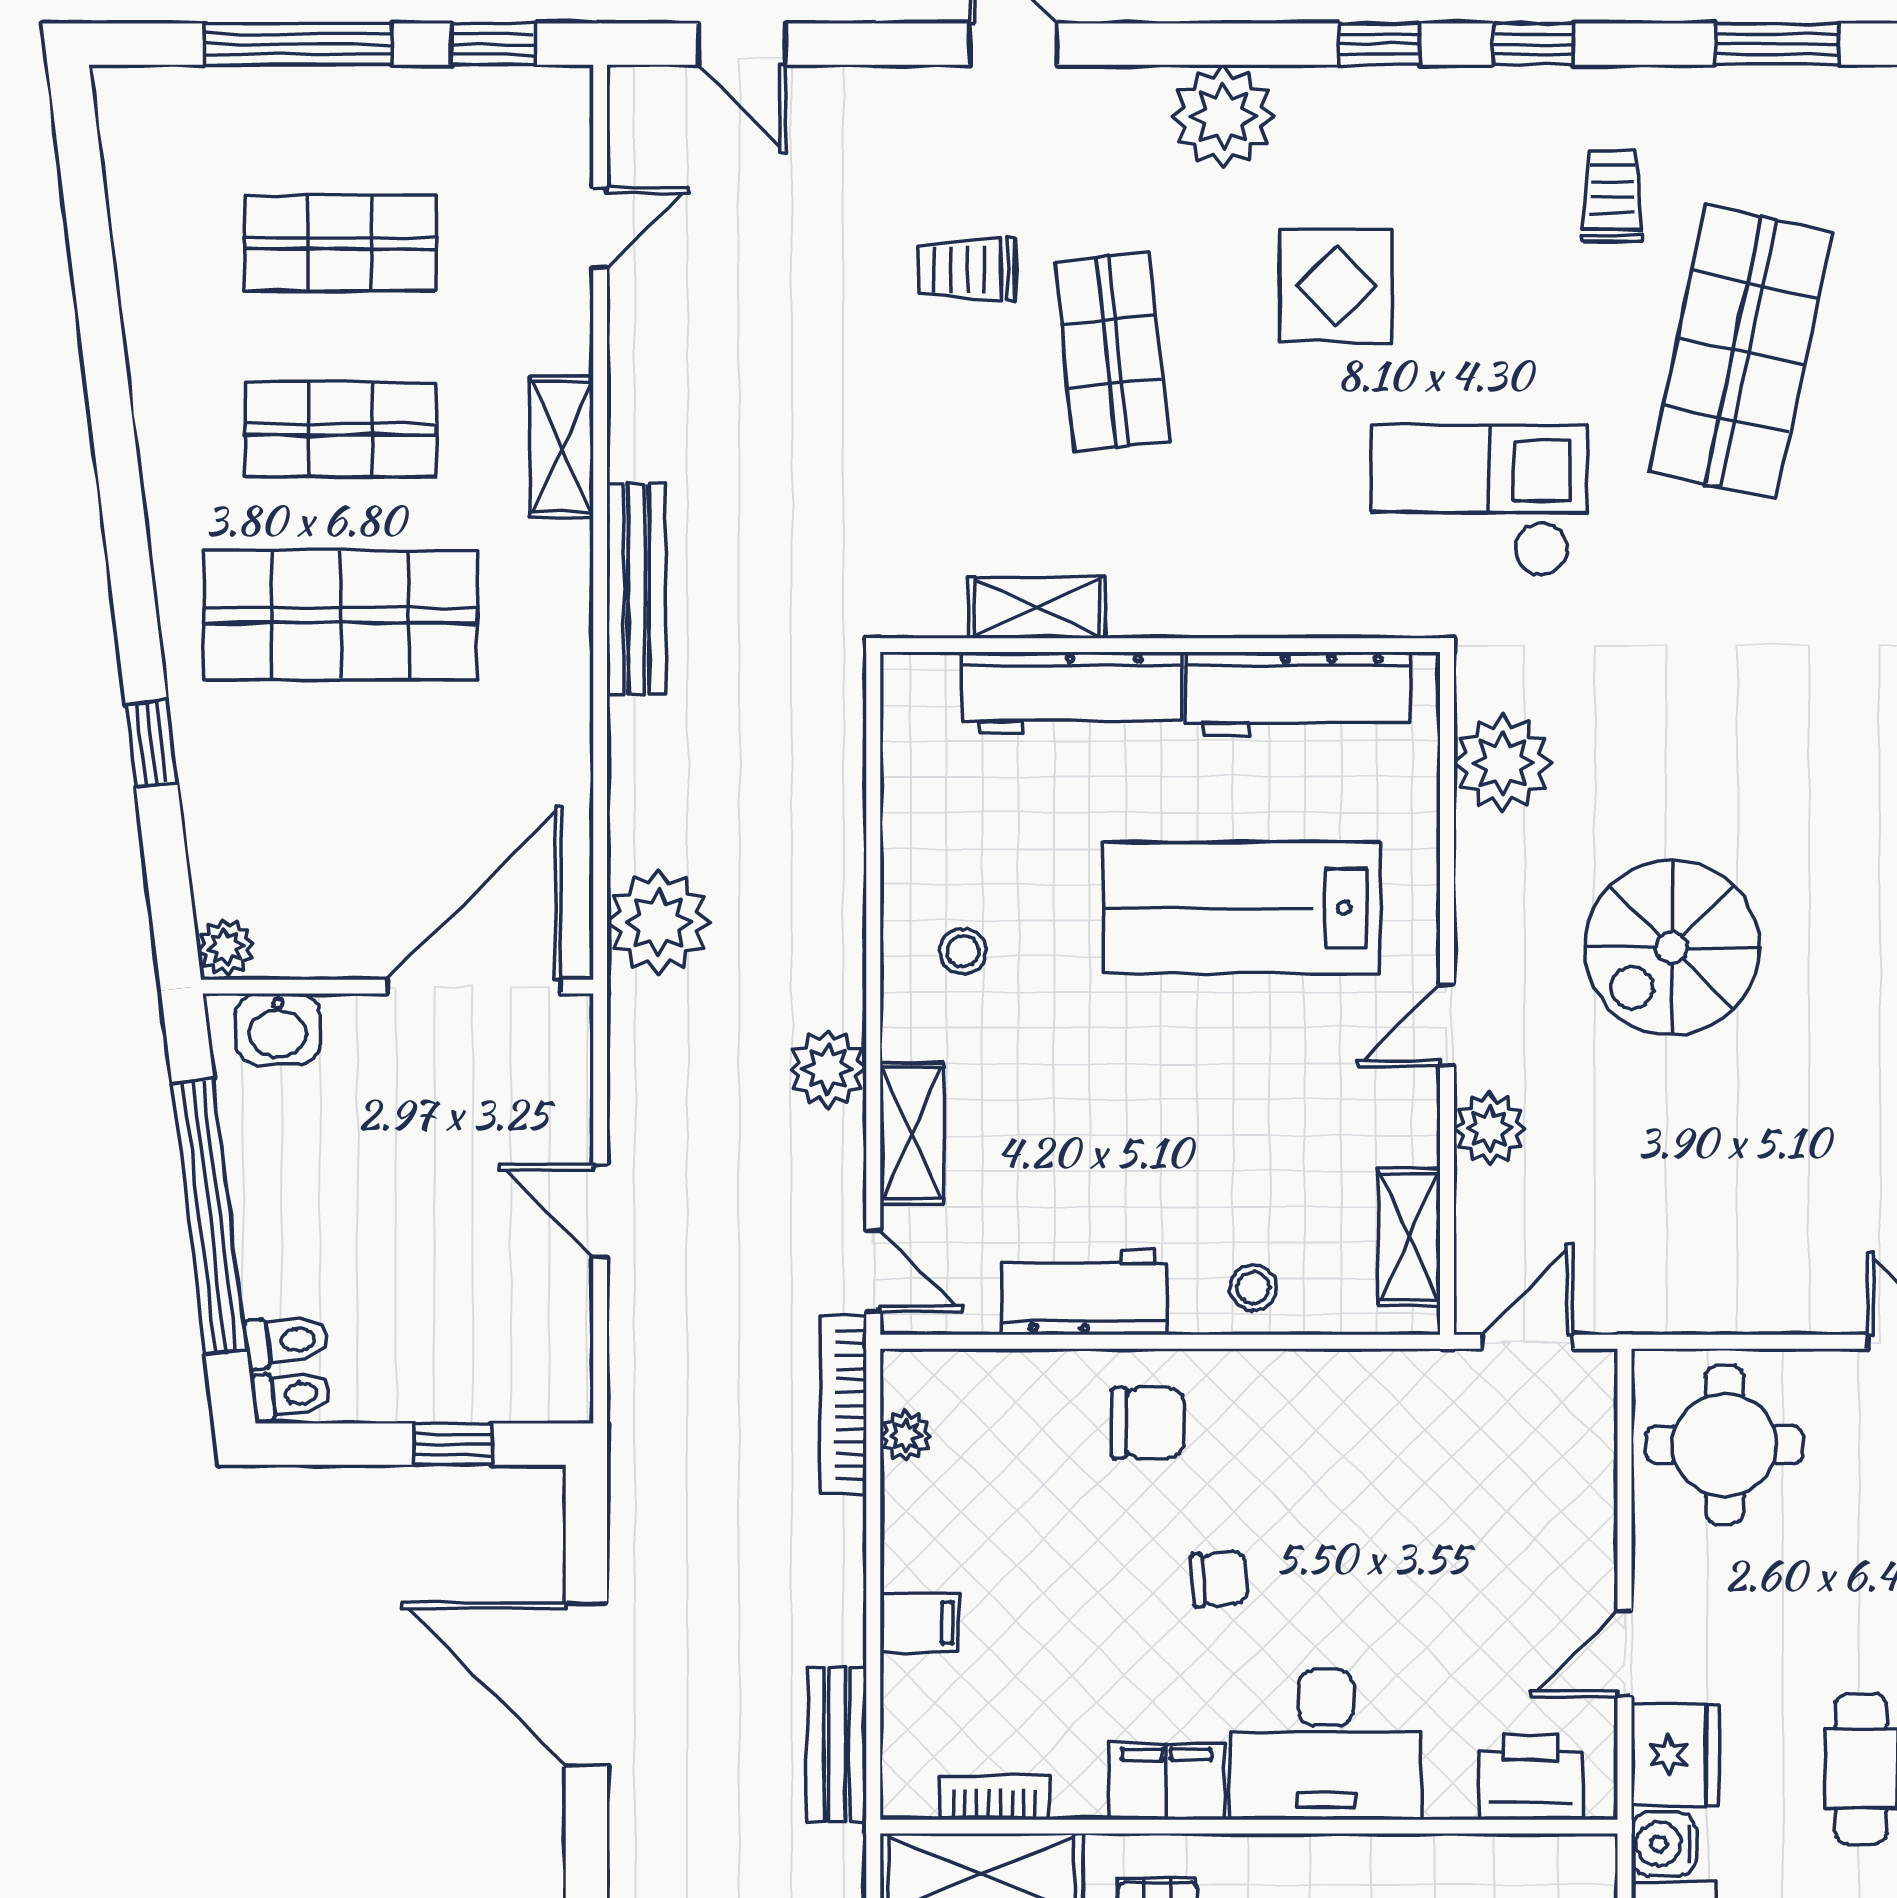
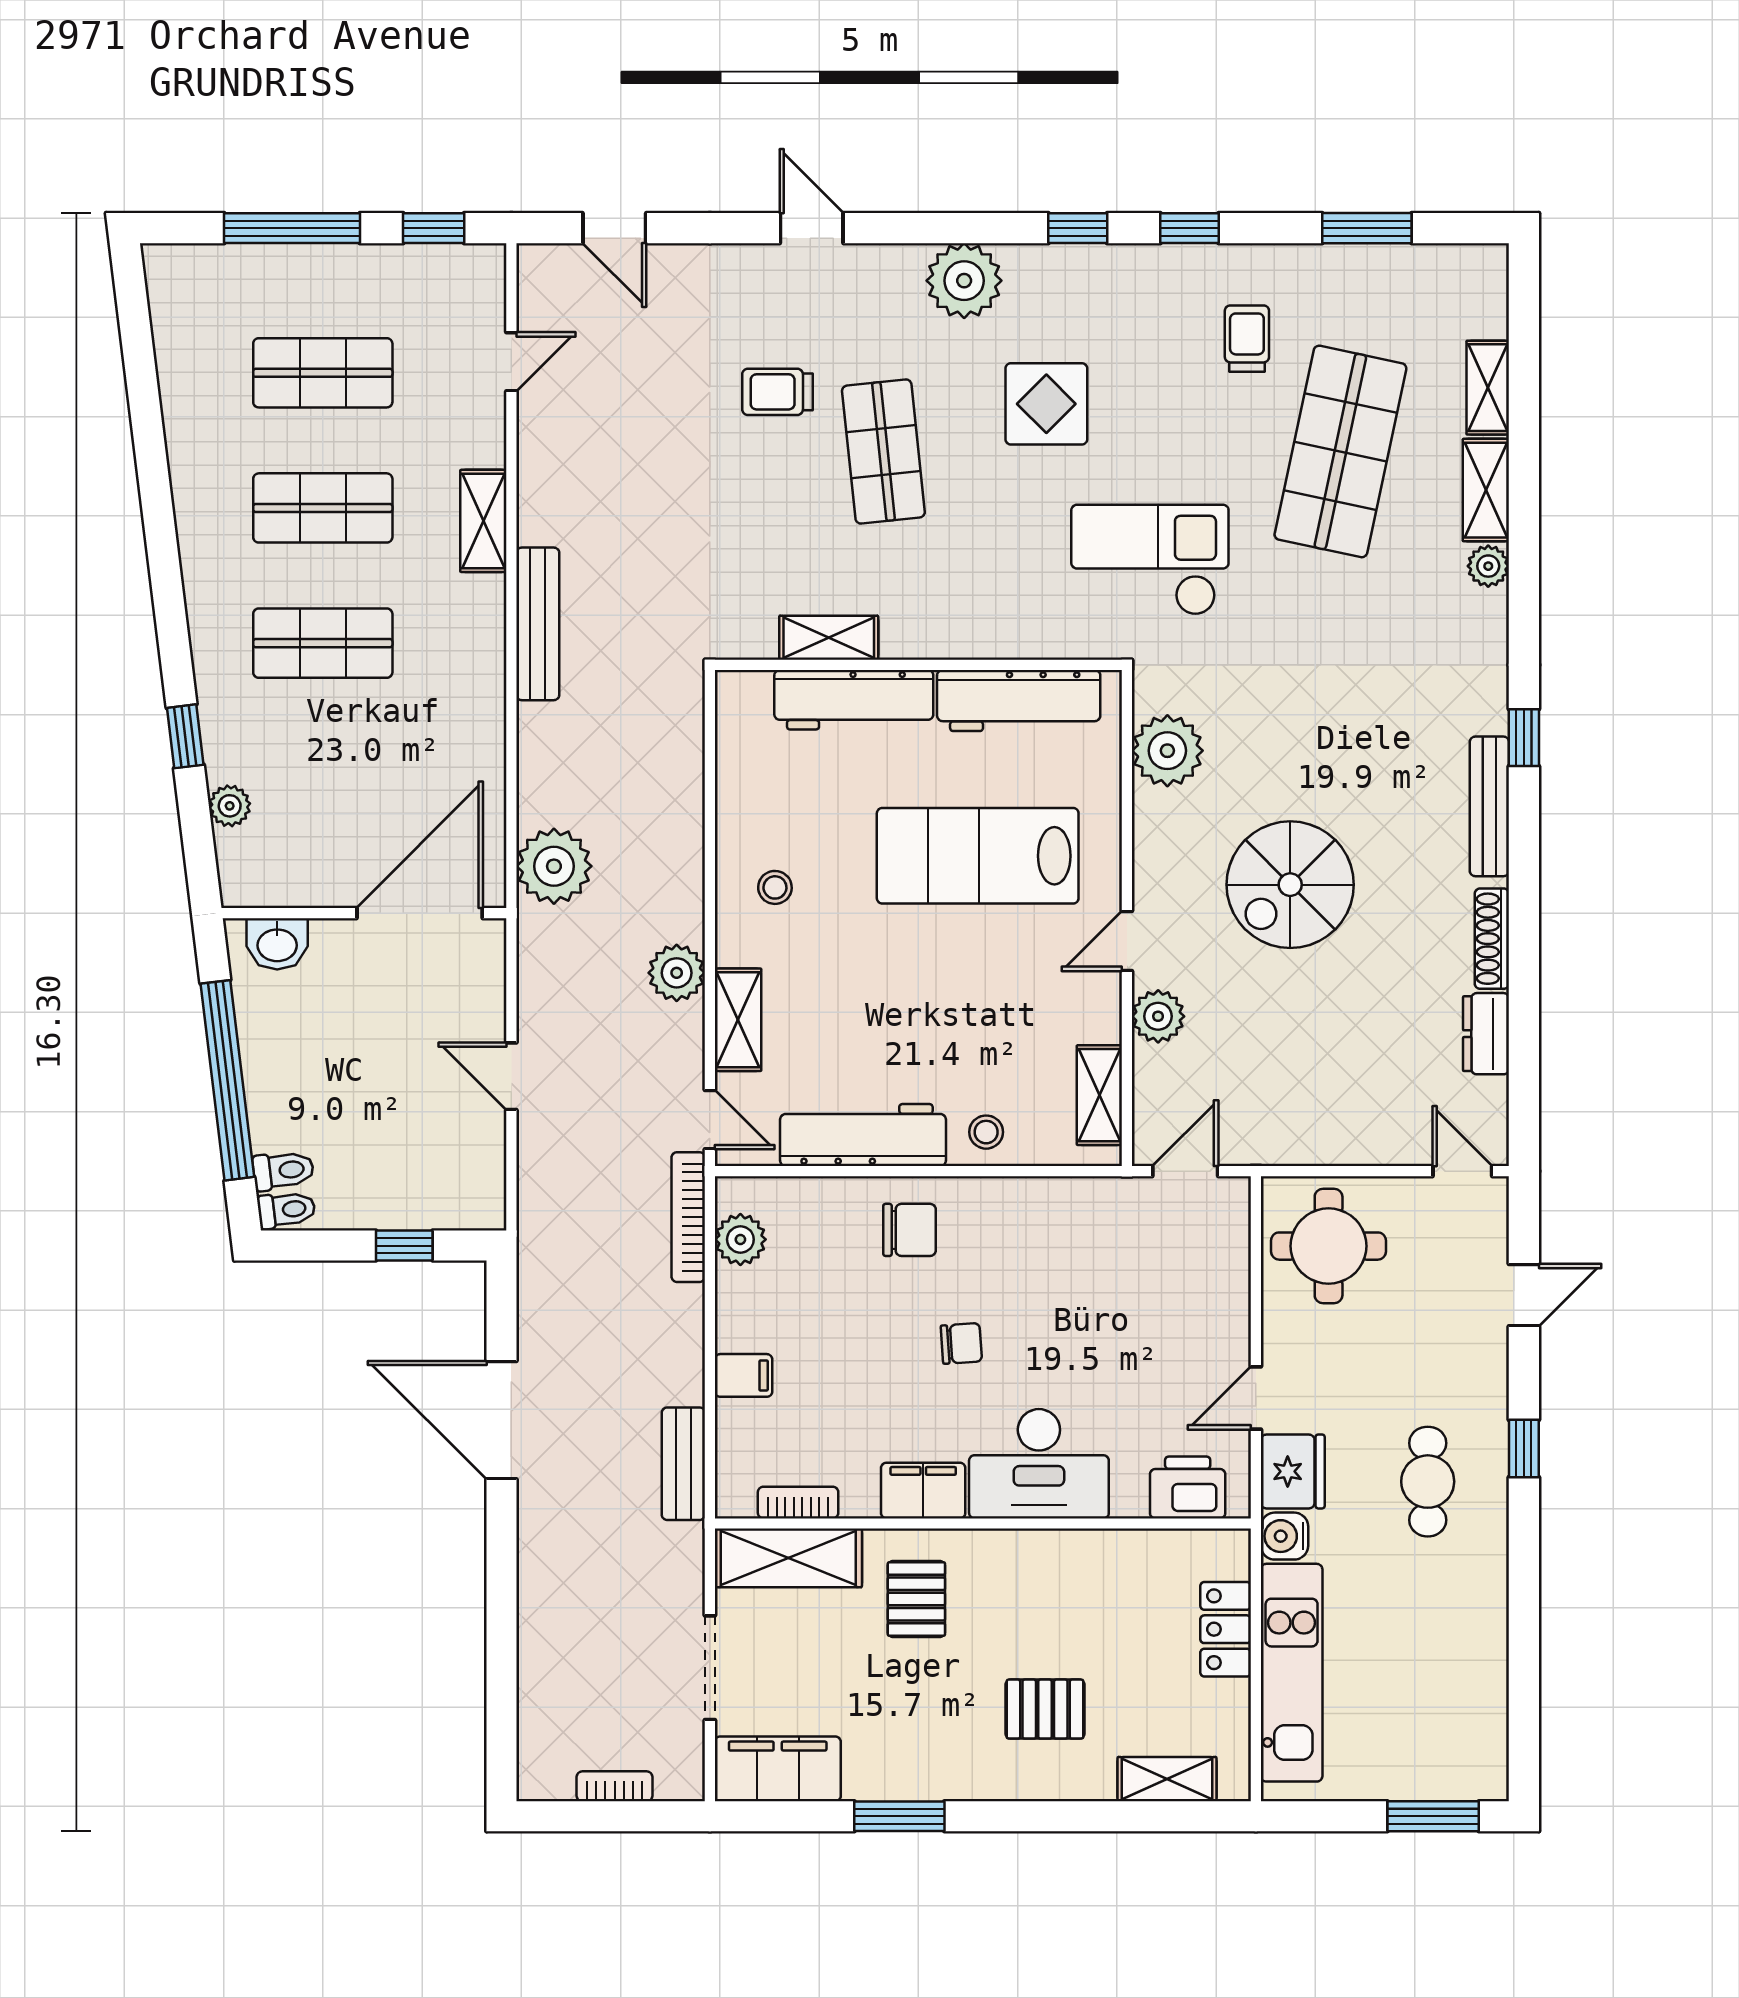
shop shelf: (341, 615) -> (323, 643), width x0.70, depth x0.74
plant: (226, 947) -> (230, 806), moved
workbench: (1084, 1292) -> (863, 1135), width x1.38
plant: (906, 1436) -> (740, 1239), width x1.38, depth x1.38

